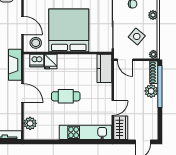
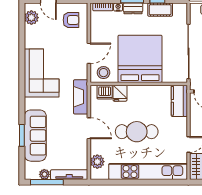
door: (23, 25) -> (89, 53), hinge flipped
cafe table: (66, 96) -> (137, 132), width x1.37, depth x1.35
kitchen unit: (85, 132) -> (148, 172), width x1.36

